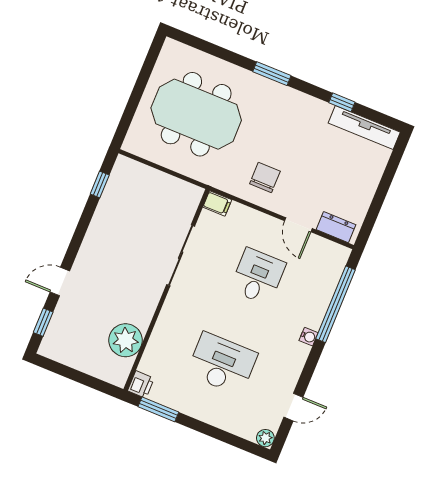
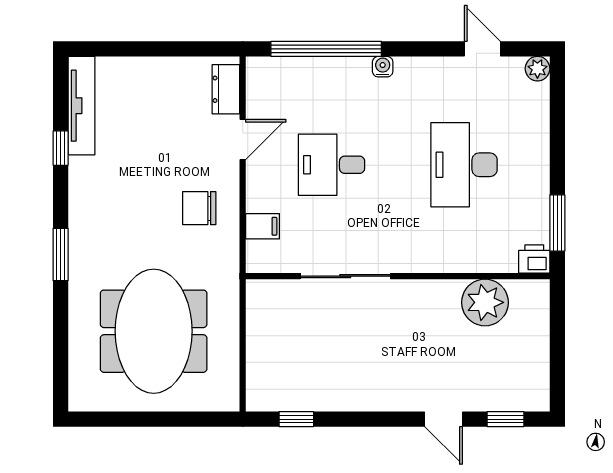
filing cabinet: (217, 203) -> (263, 226), moved, turned 90

